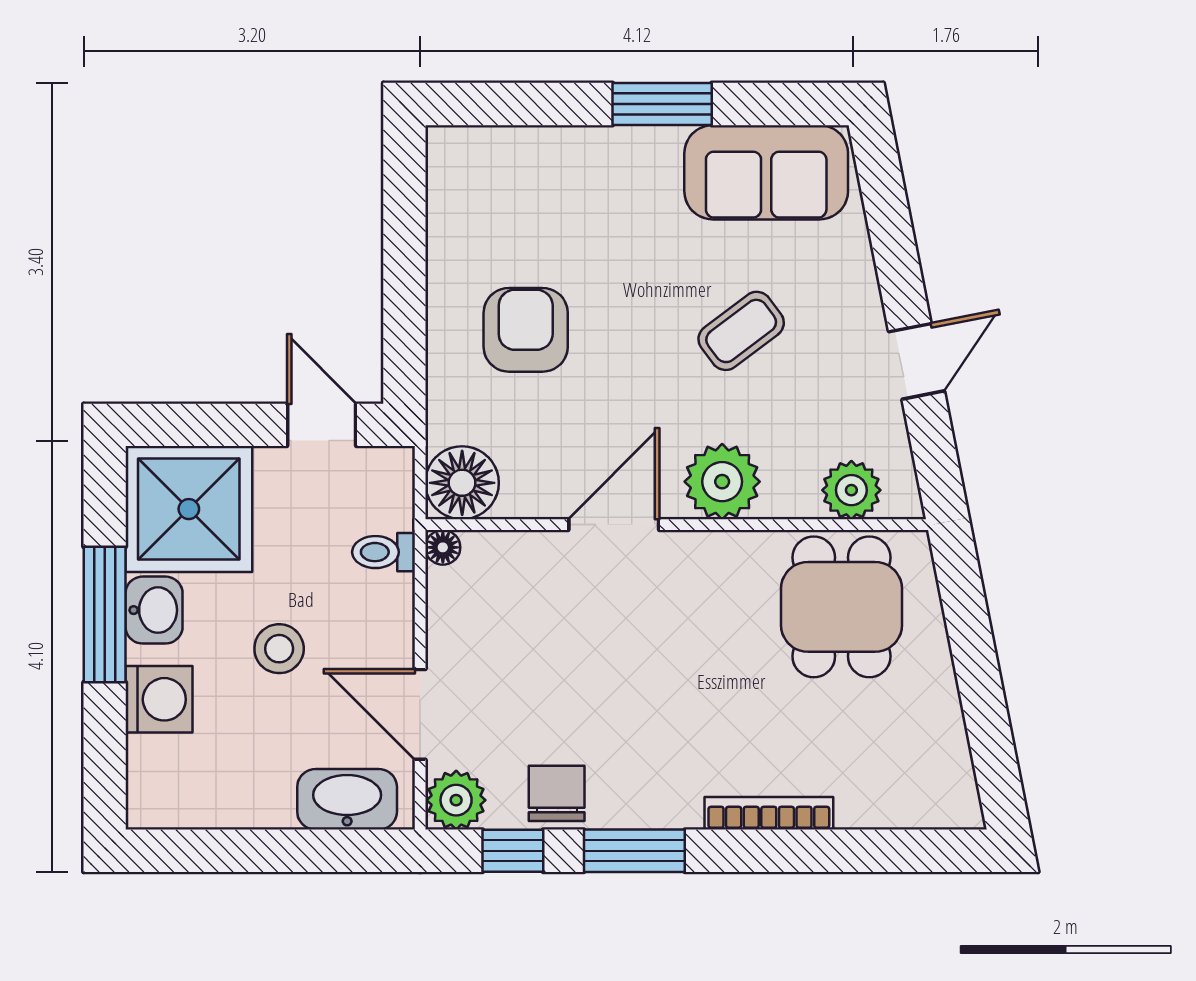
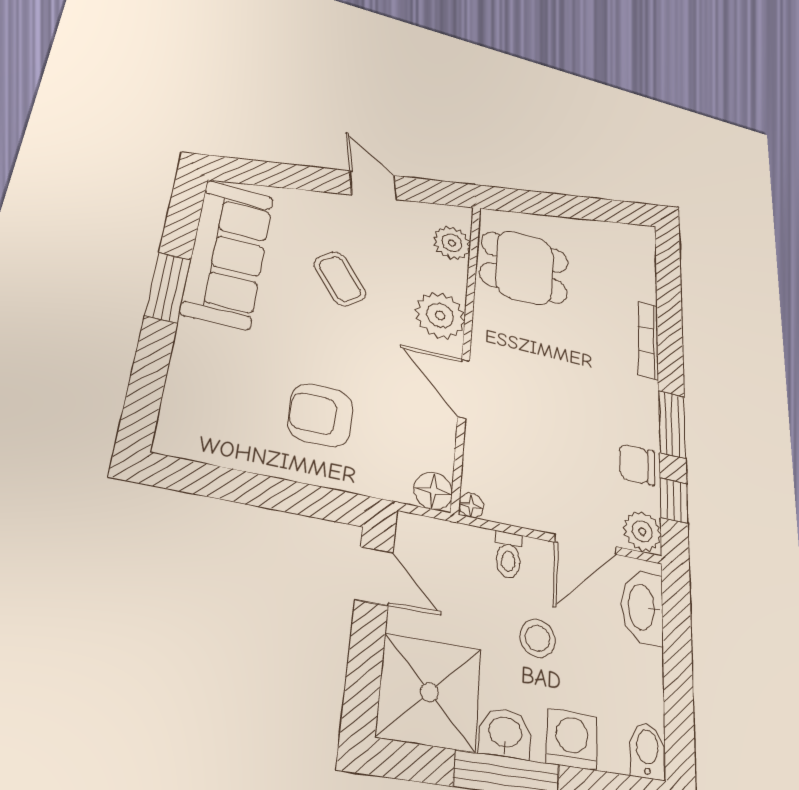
sofa: (766, 172) -> (228, 254), width x1.36
door: (322, 425) -> (374, 576), swing flipped
floor lamp: (462, 483) -> (433, 491), width x0.73, depth x0.73
toilet: (384, 552) -> (508, 555), moved
bidet: (160, 804) -> (647, 751), added

